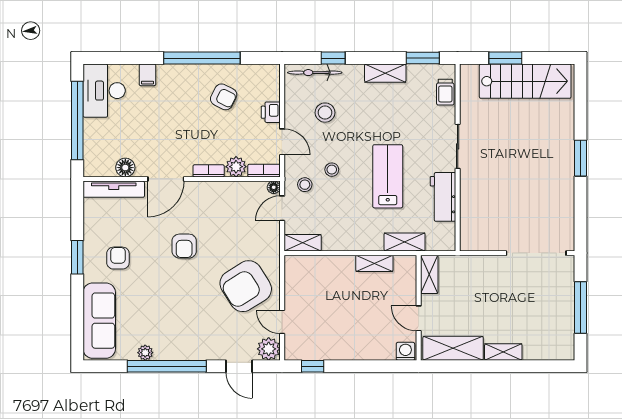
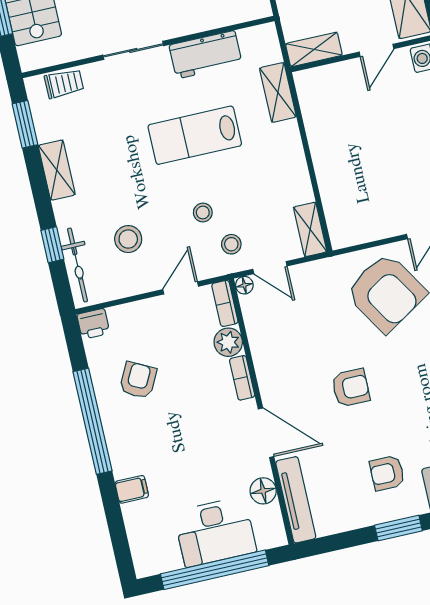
desk: (104, 91) -> (215, 532), moved
printer: (271, 112) -> (93, 324), moved
shelving: (374, 263) -> (316, 127), removed

